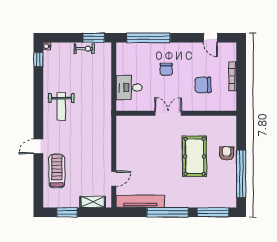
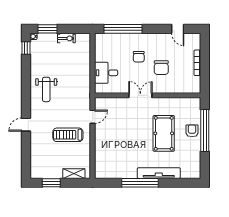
window: (94, 38) -> (47, 29), moved
chair: (203, 85) -> (161, 68), moved, turned -90
treadmill: (57, 171) -> (68, 135), moved, turned -90
window: (241, 174) -> (205, 130), moved
door: (114, 179) -> (93, 117), moved
tv unit: (140, 201) -> (159, 173), moved
window: (213, 212) -> (180, 183), removed

